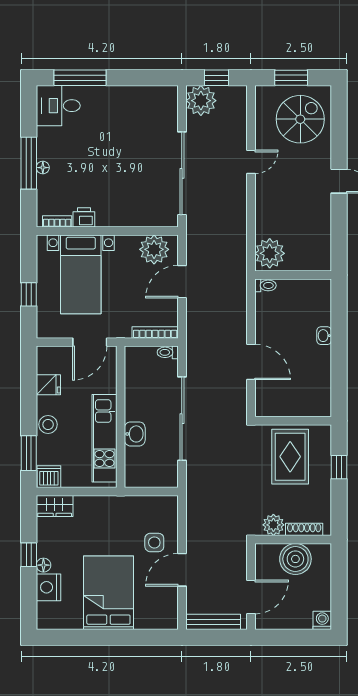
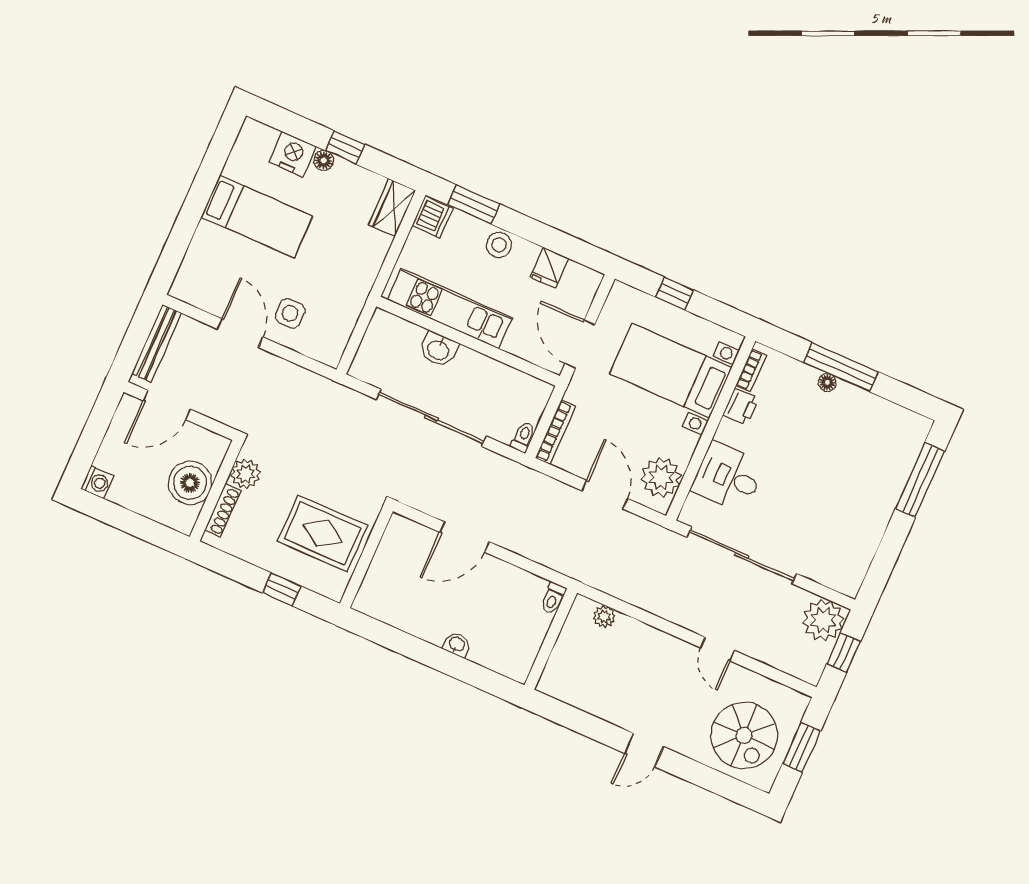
desk: (58, 106) -> (728, 477), moved, turned -90
plant: (270, 253) -> (604, 617), width x0.53, depth x0.53
bed: (108, 593) -> (257, 217), width x0.67
door: (251, 597) -> (167, 405), hinge flipped

